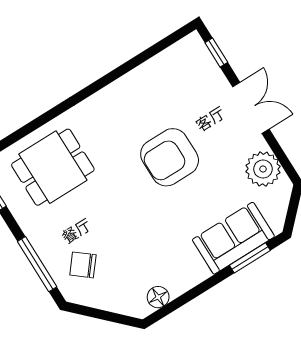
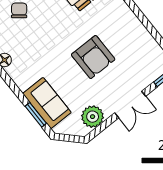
armchair: (170, 157) -> (93, 57), turned 180

